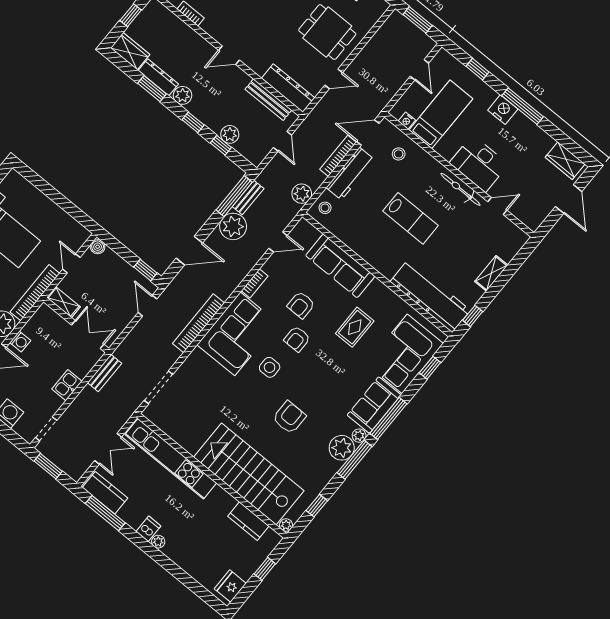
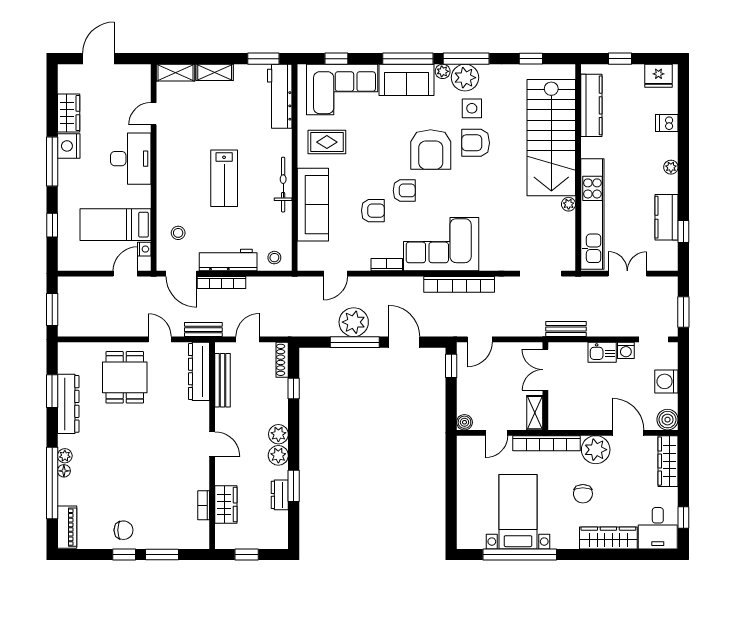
wardrobe: (130, 51) -> (226, 505), moved, turned 180
door: (419, 70) -> (125, 274), moved
dresser: (158, 77) -> (280, 495), width x0.70
nightstand: (503, 110) -> (69, 146), moved
window: (193, 122) -> (294, 428), removed
plant: (230, 134) -> (278, 434), moved
shoe rack: (248, 154) -> (282, 360), added
wardrobe: (565, 161) -> (69, 113), moved
bicycle: (460, 189) -> (283, 185), moved, turned 180
plant: (302, 194) -> (279, 287), removed
window: (234, 196) -> (355, 342), moved
bench: (248, 198) -> (203, 330), moved
door: (497, 206) -> (154, 114), hinge flipped
lab bench: (411, 218) -> (224, 178), turned 180
door: (278, 242) -> (336, 274), swing flipped
shelving: (514, 245) -> (175, 73), added
workbench: (430, 296) -> (280, 96), width x0.73, depth x0.76
window: (473, 316) -> (263, 59), width x1.50
rug: (355, 327) -> (327, 142), moved
washing machine: (20, 342) -> (626, 350), moved, turned 180
side table: (270, 367) -> (472, 108), moved
armchair: (311, 382) -> (431, 150), added
kitchen counter: (105, 493) -> (667, 217), moved
window: (105, 513) -> (683, 232), width x0.46
kitchen counter: (248, 521) -> (591, 105), width x1.50
plant: (286, 525) -> (569, 204), moved
dishwasher: (148, 529) -> (667, 123), moved

